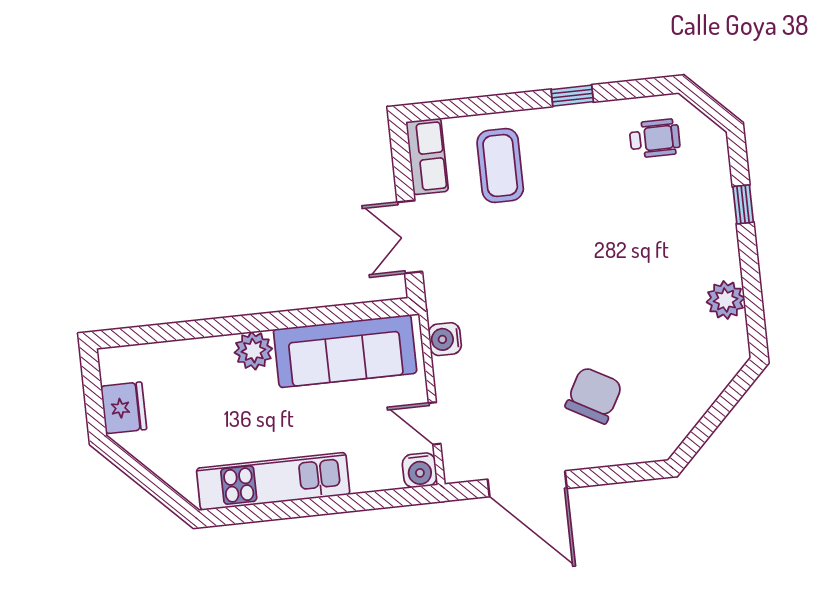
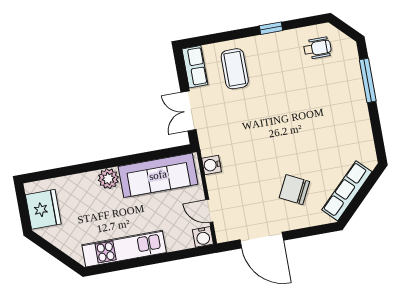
window: (743, 204) -> (368, 80), width x2.17
plant: (726, 300) -> (362, 133), removed
chair: (594, 395) -> (294, 190), turned -92
row of seats: (690, 405) -> (347, 191), added
fridge: (124, 408) -> (43, 209), width x1.36, depth x1.34

